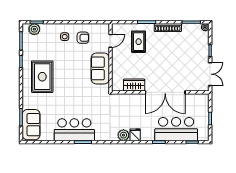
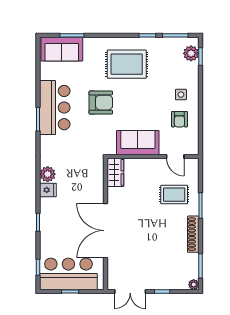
wardrobe: (134, 85) -> (115, 172), moved
armchair: (71, 96) -> (101, 103), added
bar counter: (176, 129) -> (68, 274), moved, turned -90

